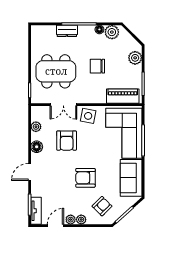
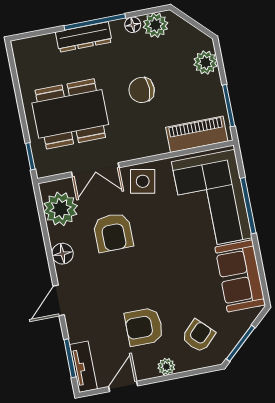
dresser: (67, 31) -> (84, 37), width x1.44
plant: (36, 127) -> (61, 209), width x1.88, depth x1.88
armchair: (85, 178) -> (144, 327), moved
plant: (71, 220) -> (148, 370), removed

